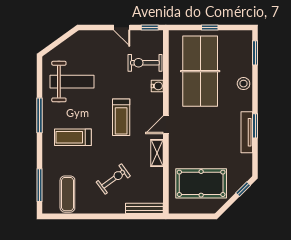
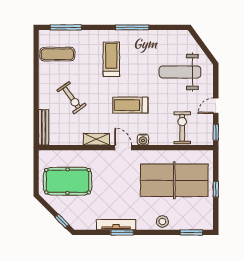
weight bench: (72, 82) -> (180, 72), moved, turned 90
water cooler: (157, 86) -> (143, 140), moved
pool table: (201, 183) -> (68, 181), turned 90

